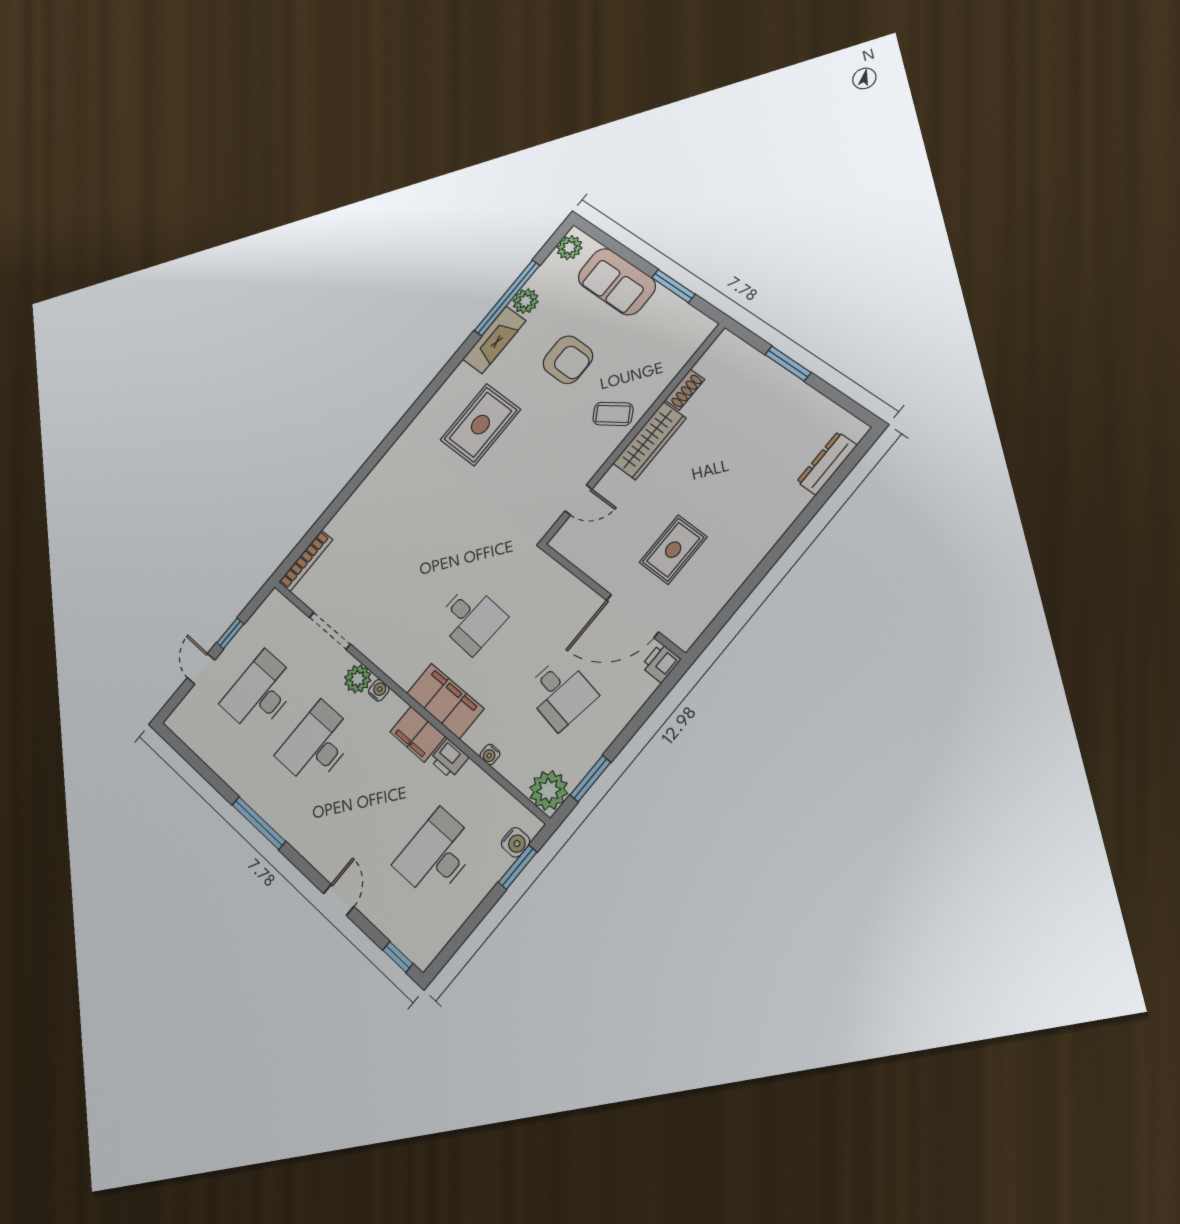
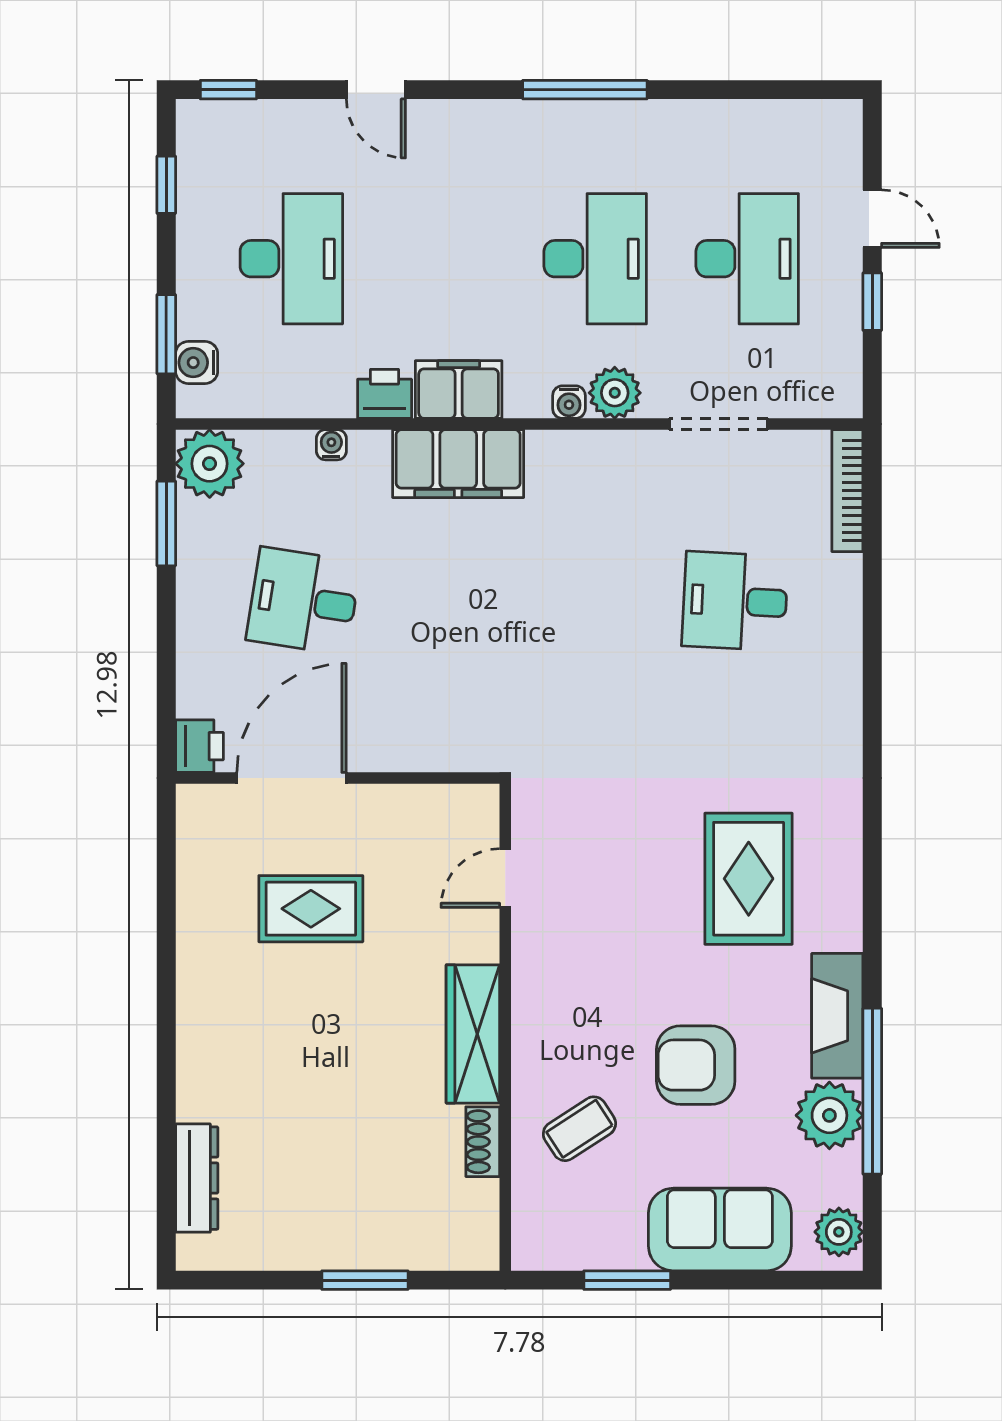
plant: (526, 301) -> (829, 1115), width x1.36, depth x1.36
coffee table: (613, 414) -> (579, 1129), moved
rug: (673, 550) -> (311, 909), turned 90
desk: (471, 619) -> (735, 601), moved
window: (460, 937) -> (166, 185), added

